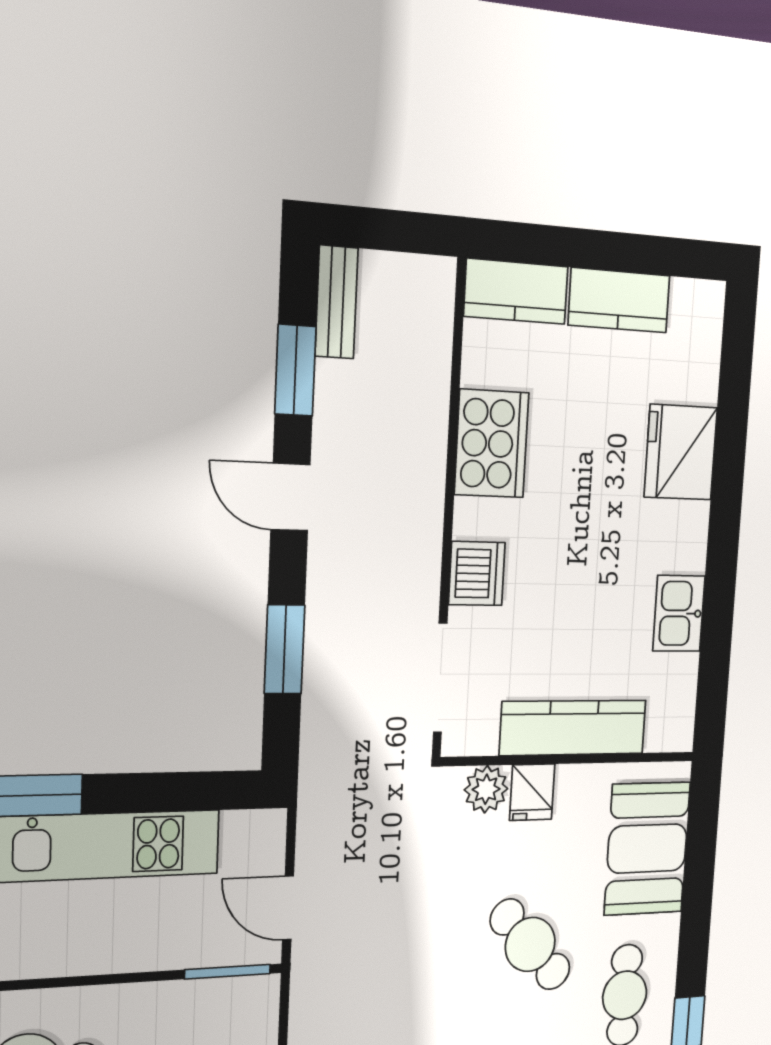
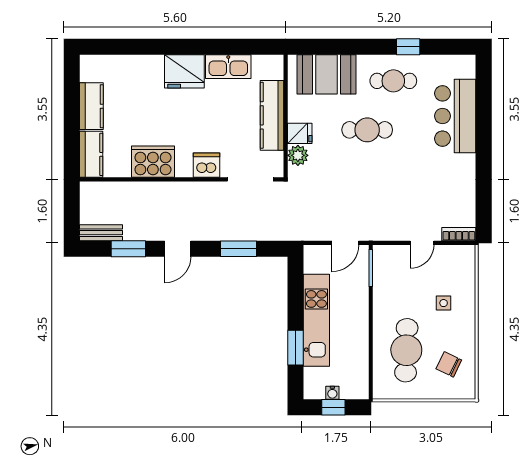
fridge: (681, 452) -> (184, 71), moved
kitchen sink: (679, 613) -> (228, 67), width x1.38
cafe table: (530, 944) -> (367, 130), turned 43

